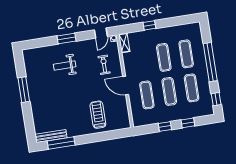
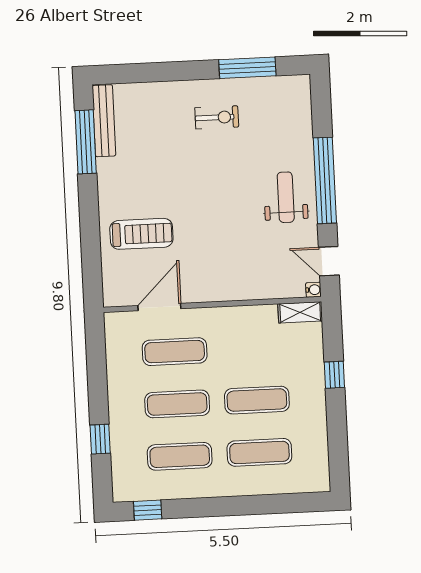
window: (66, 38) -> (325, 180), width x2.11
window: (210, 62) -> (234, 506), removed
weight bench: (65, 65) -> (286, 197), moved
exercise bike: (104, 65) -> (217, 117), moved
door: (126, 85) -> (159, 307), moved
window: (24, 90) -> (247, 68), moved
window: (165, 126) -> (97, 385), removed

